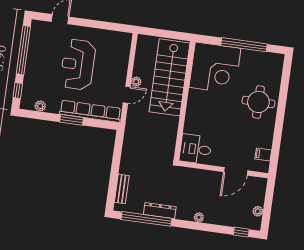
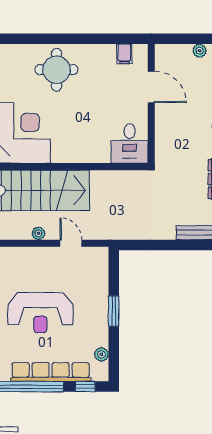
plant: (136, 82) -> (38, 233), moved
row of seats: (90, 111) -> (51, 372), moved, turned 90

